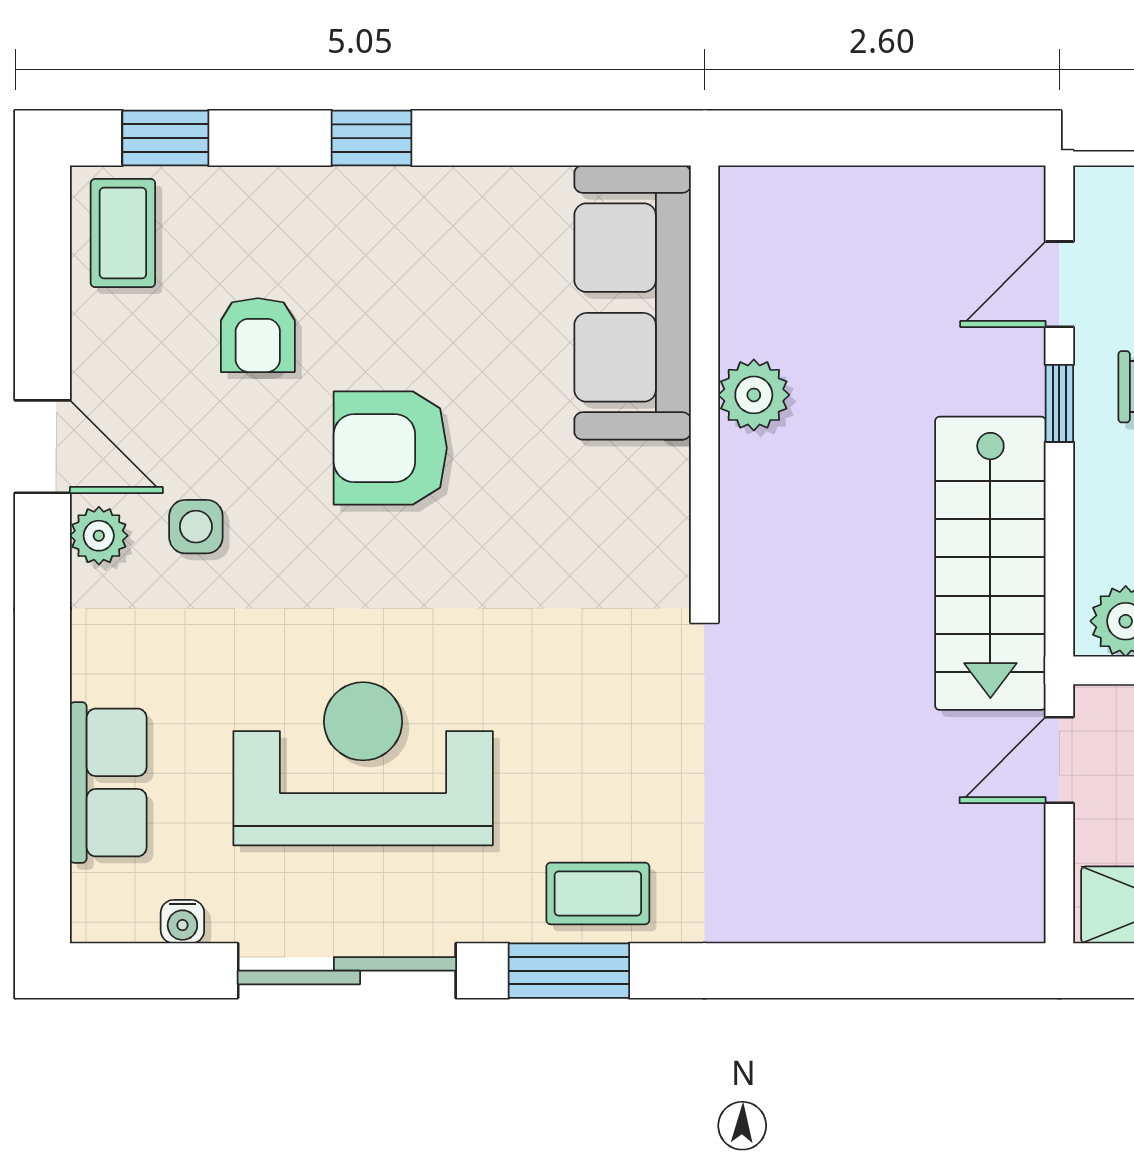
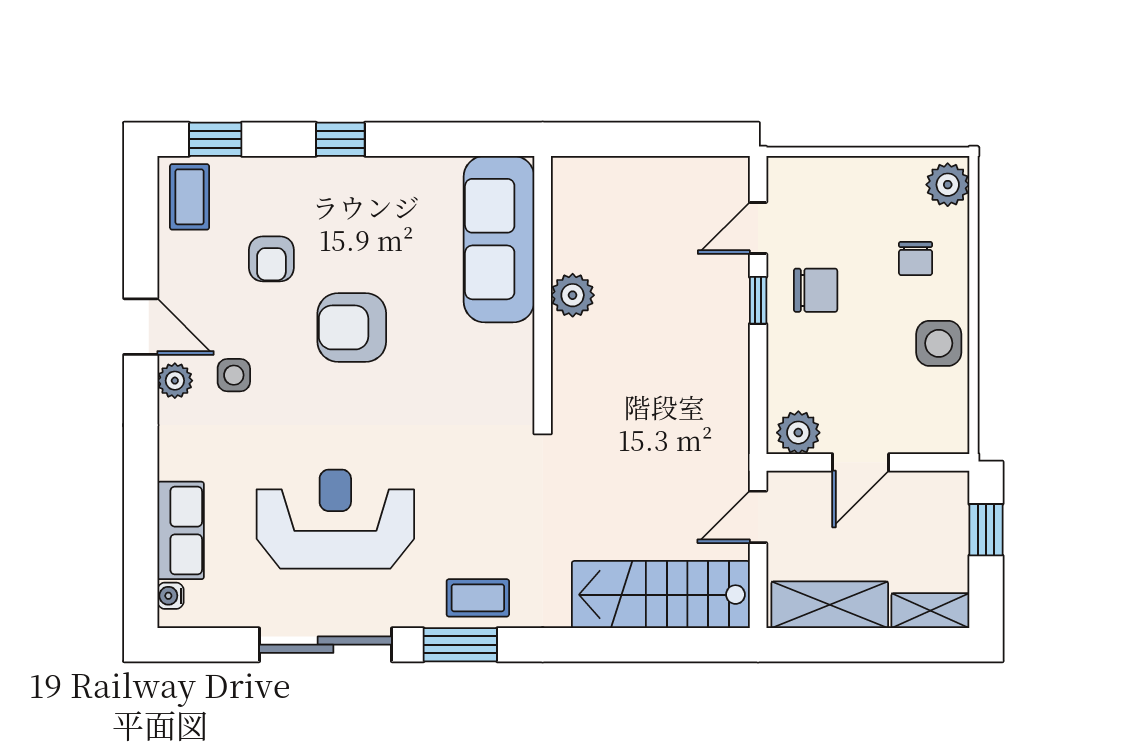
stairs: (990, 563) -> (661, 595), moved, turned 90
water cooler: (182, 922) -> (170, 596), moved, turned 90

